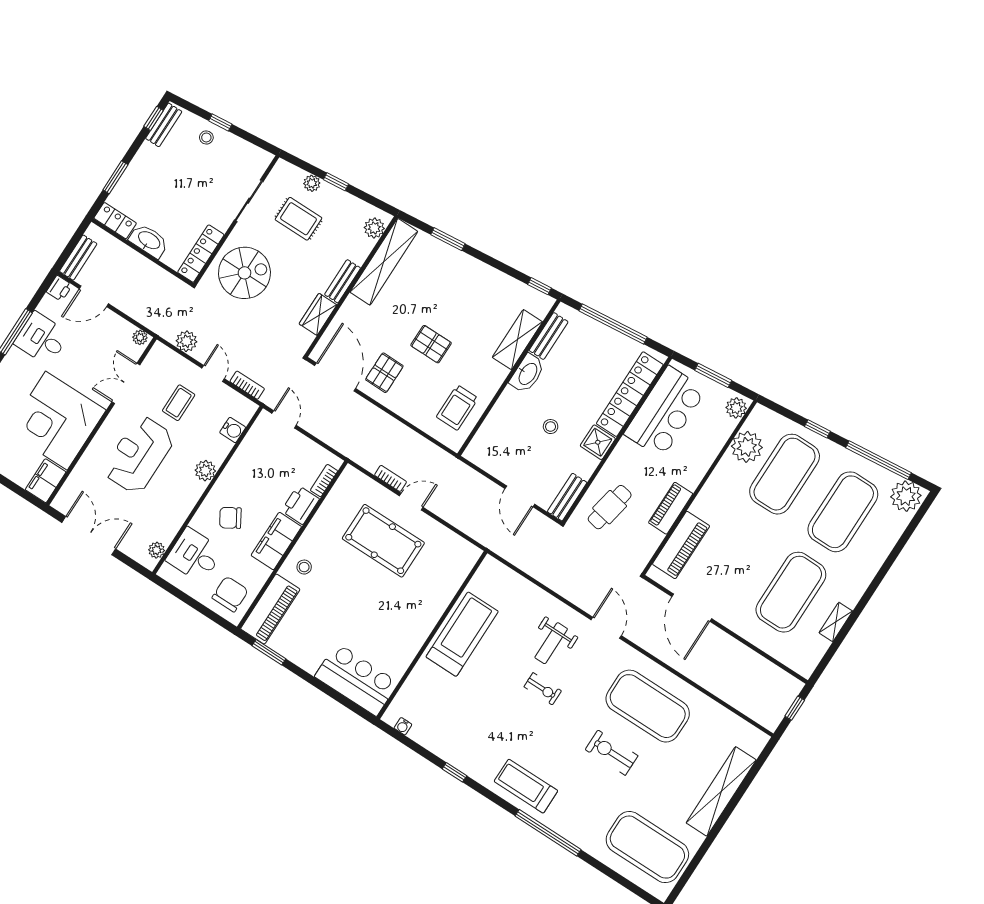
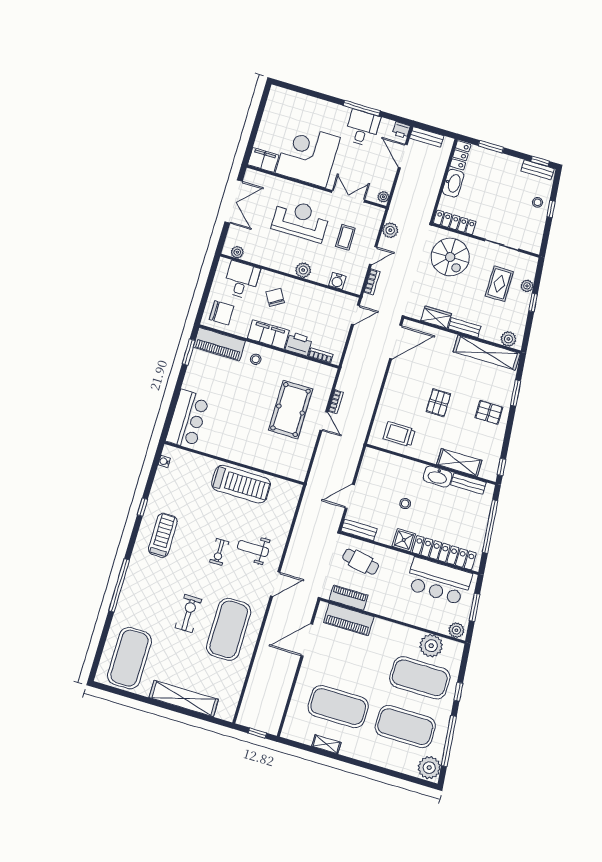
pallet: (384, 373) -> (489, 412), moved
coffee table: (179, 403) -> (345, 237), turned 90
piano: (671, 508) -> (349, 598), moved
treadmill: (526, 786) -> (163, 535), moved

